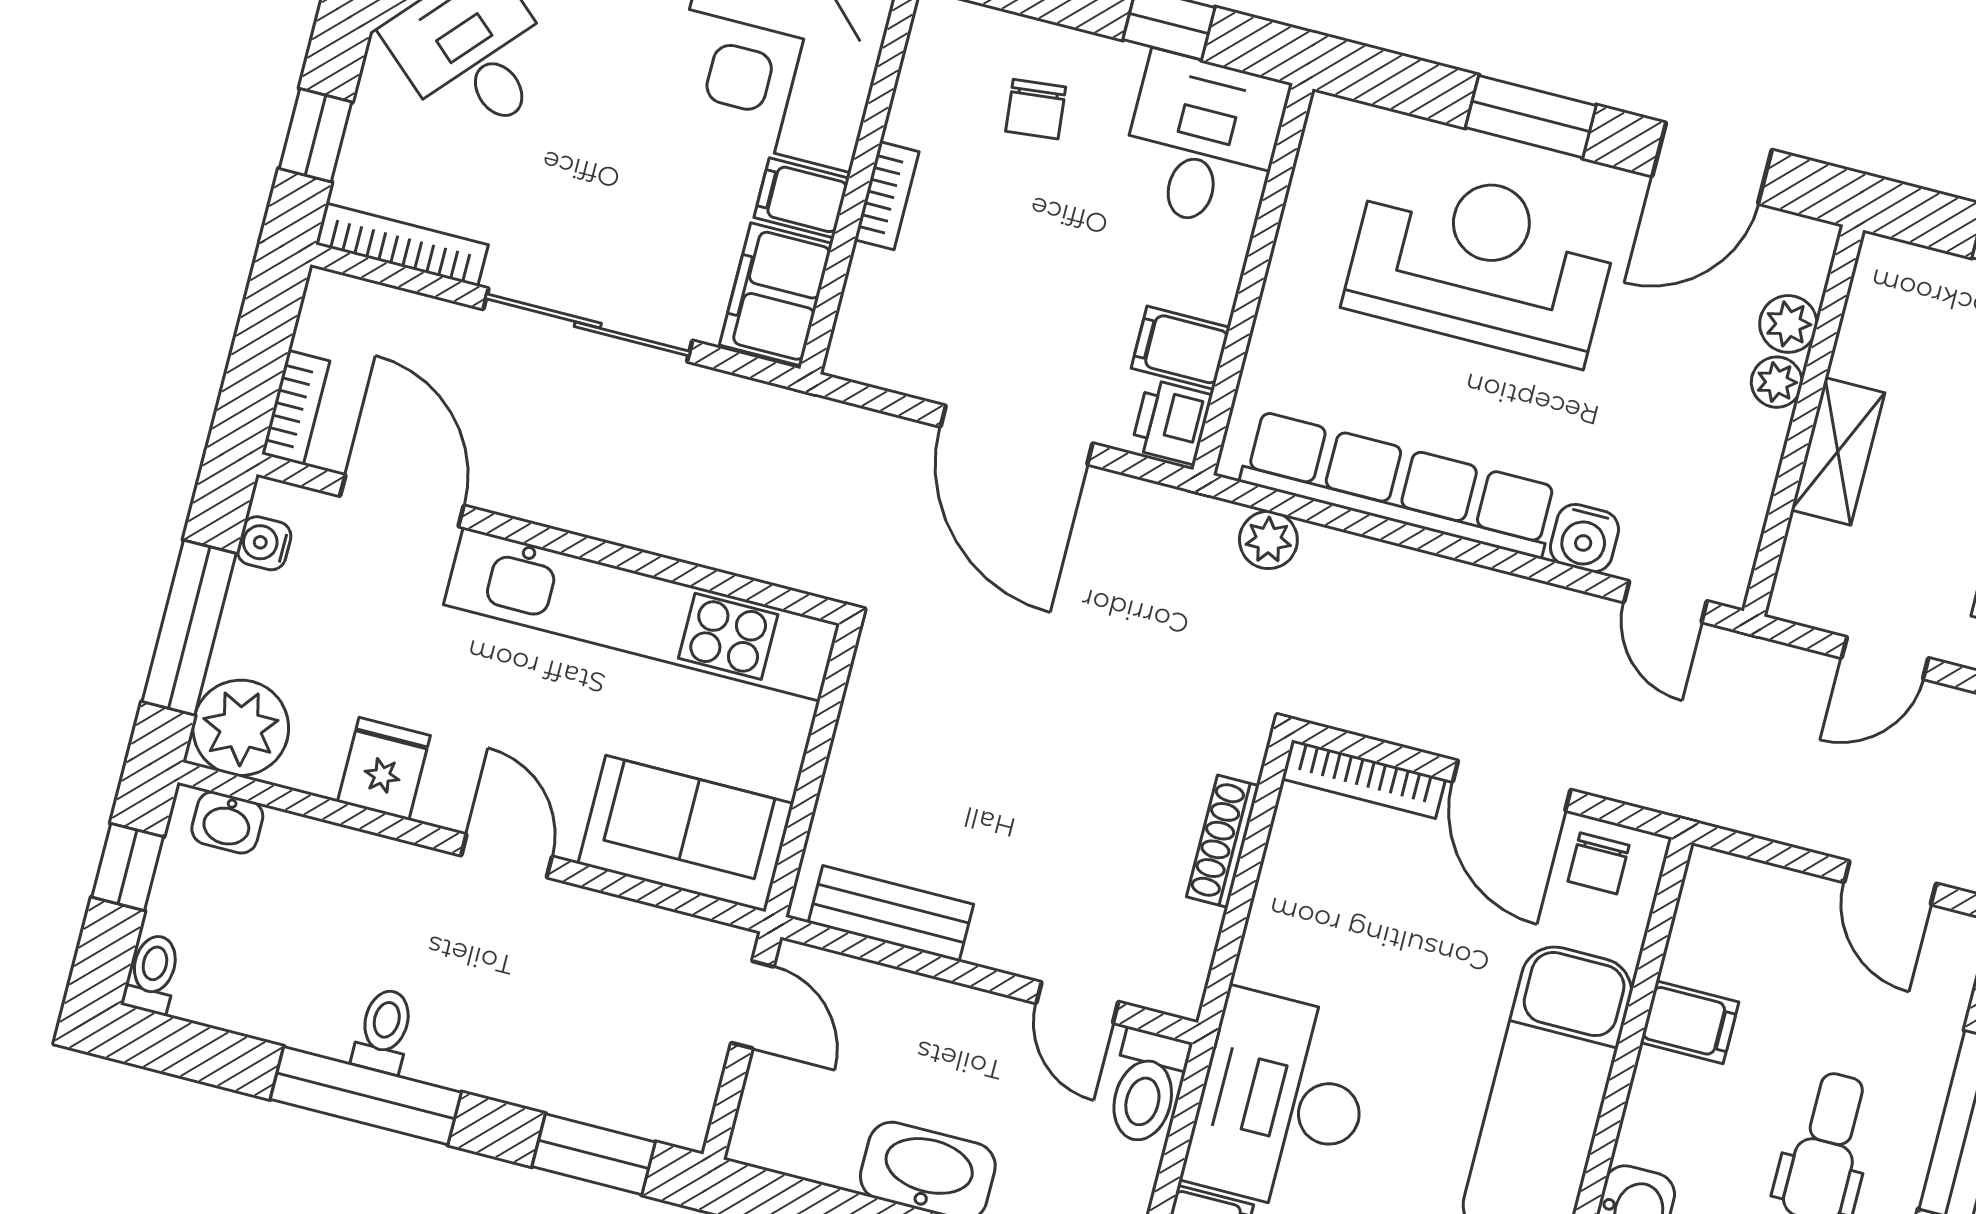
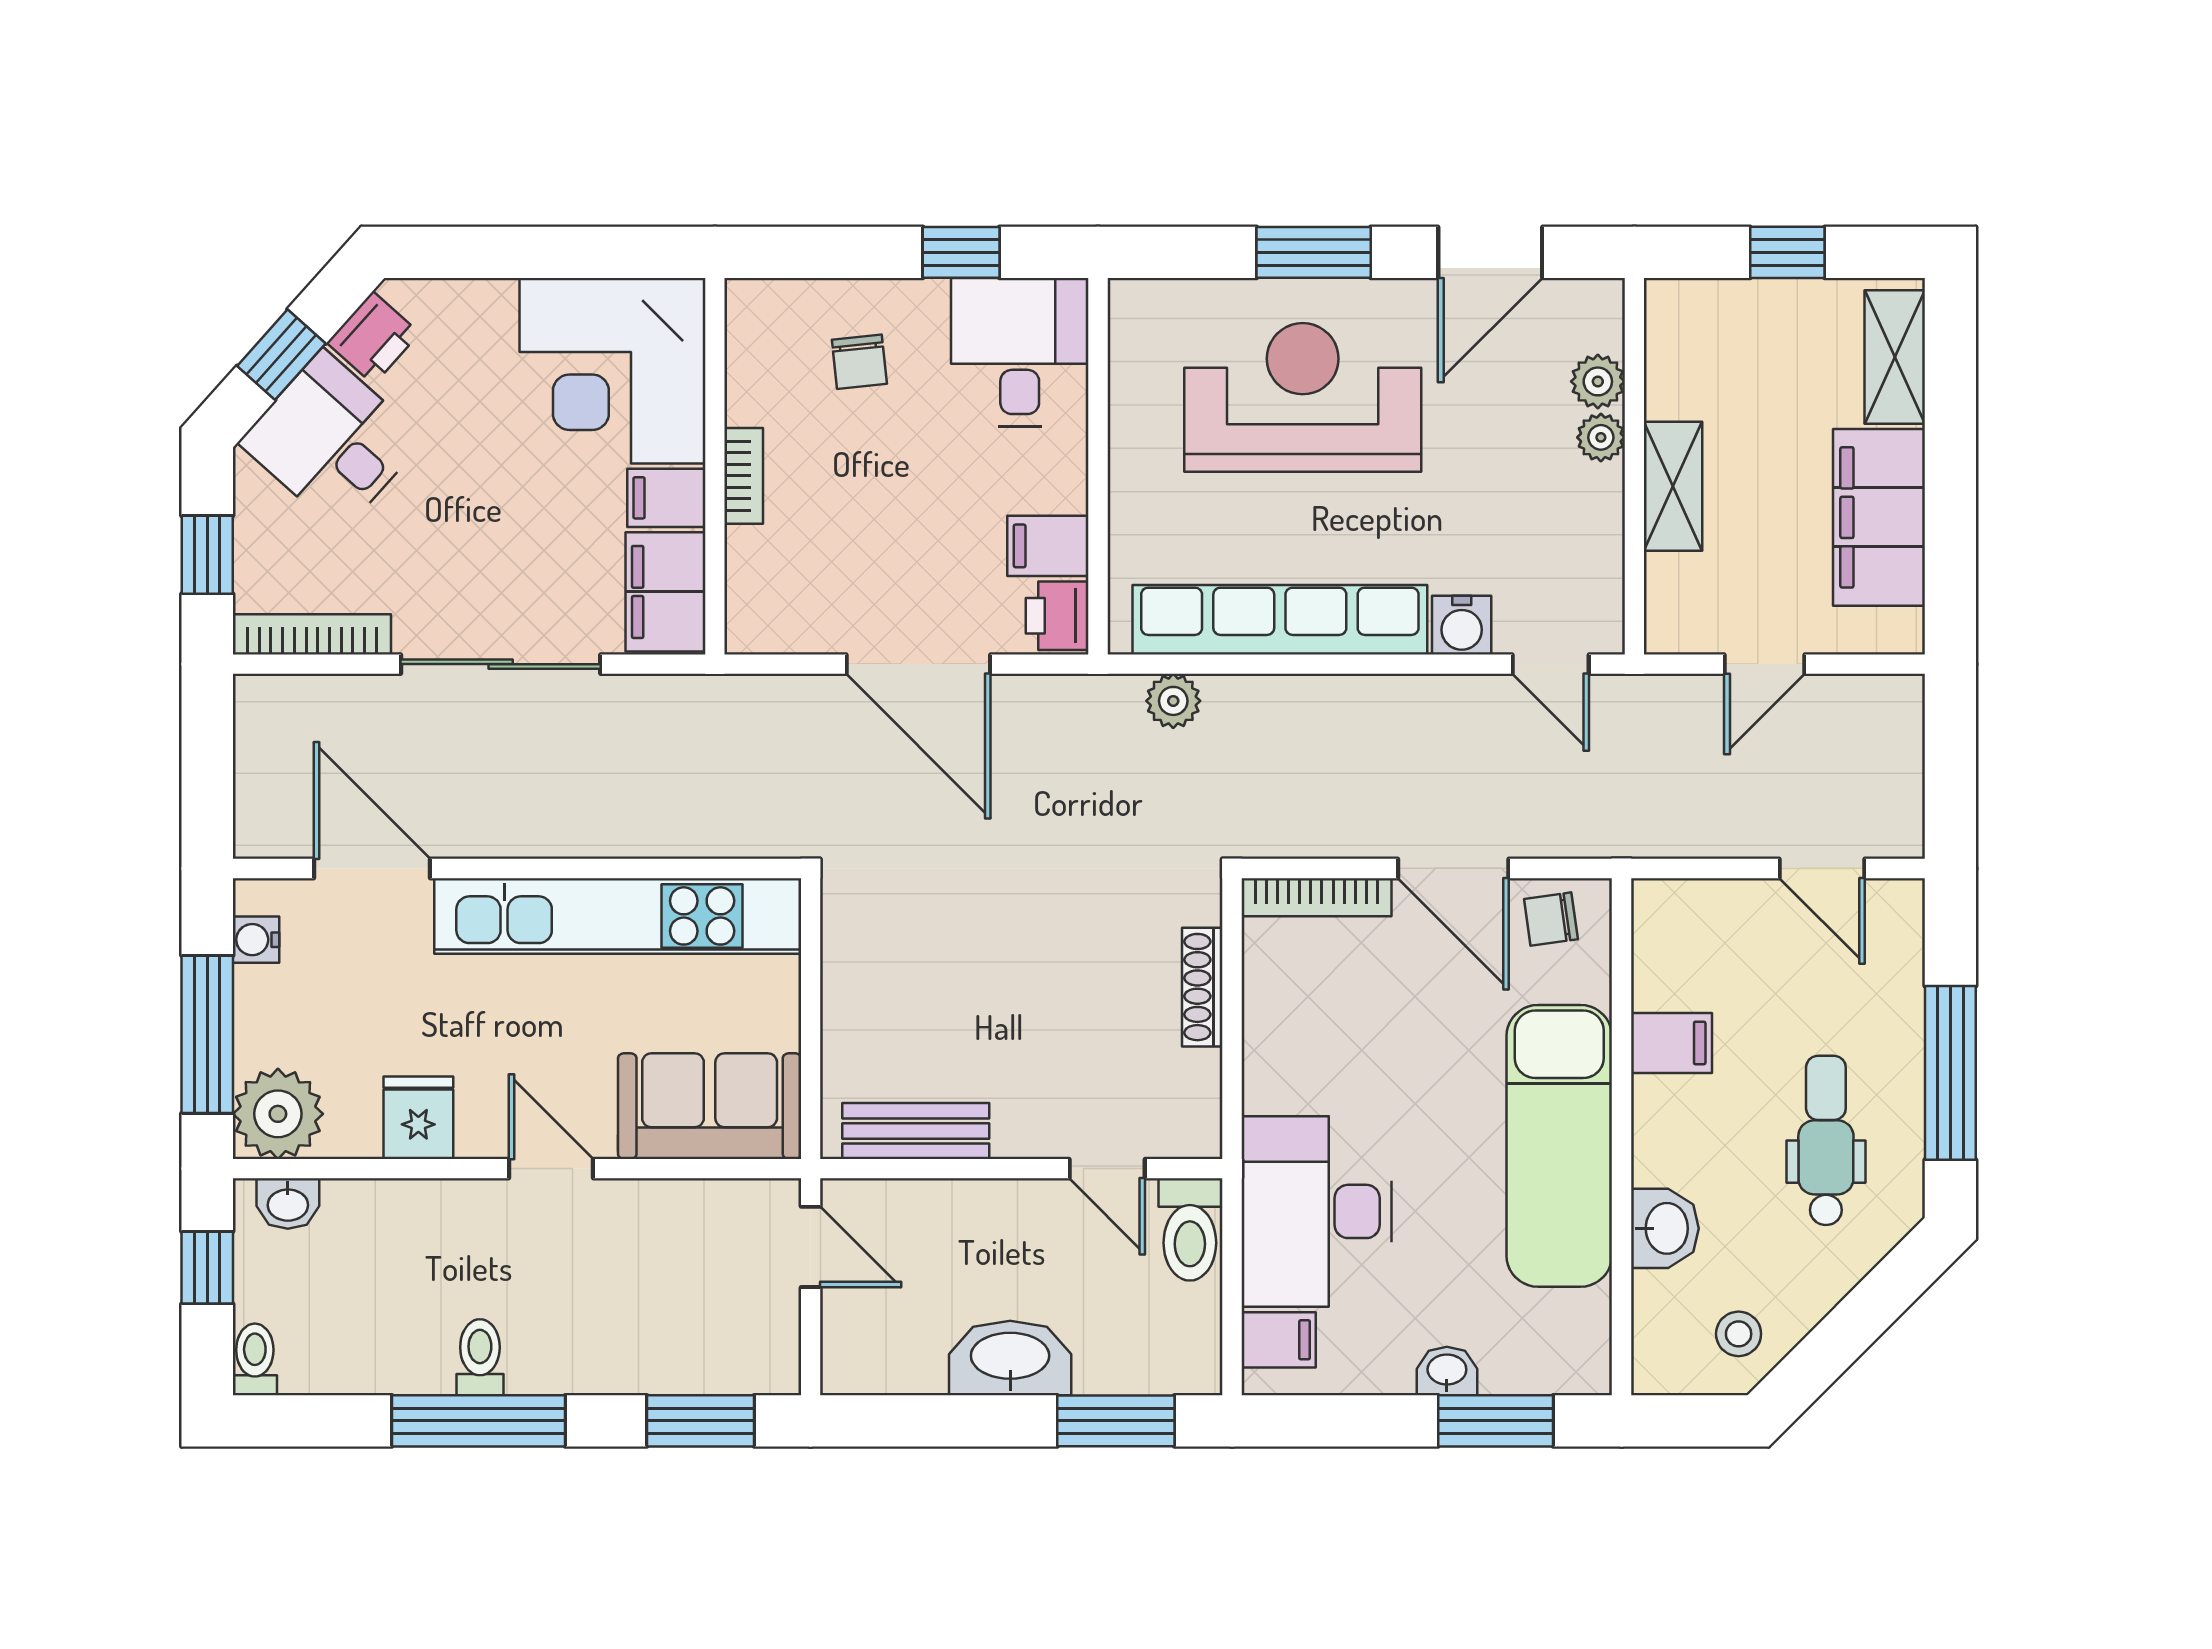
bookcase: (296, 408) -> (253, 808), removed
chair: (1599, 863) -> (1551, 919), turned 82

